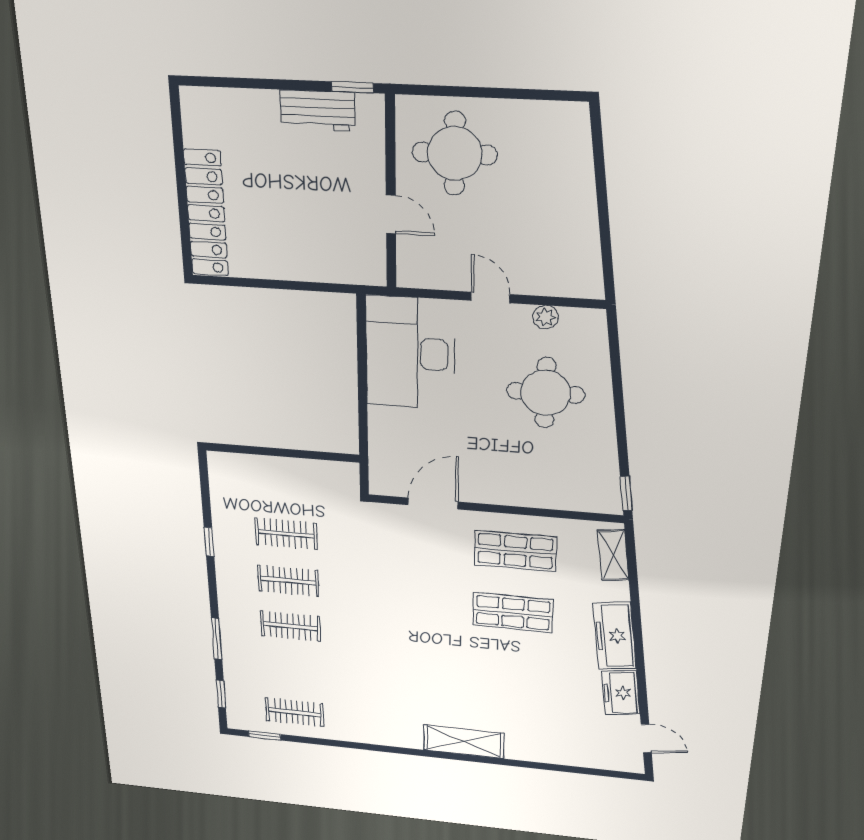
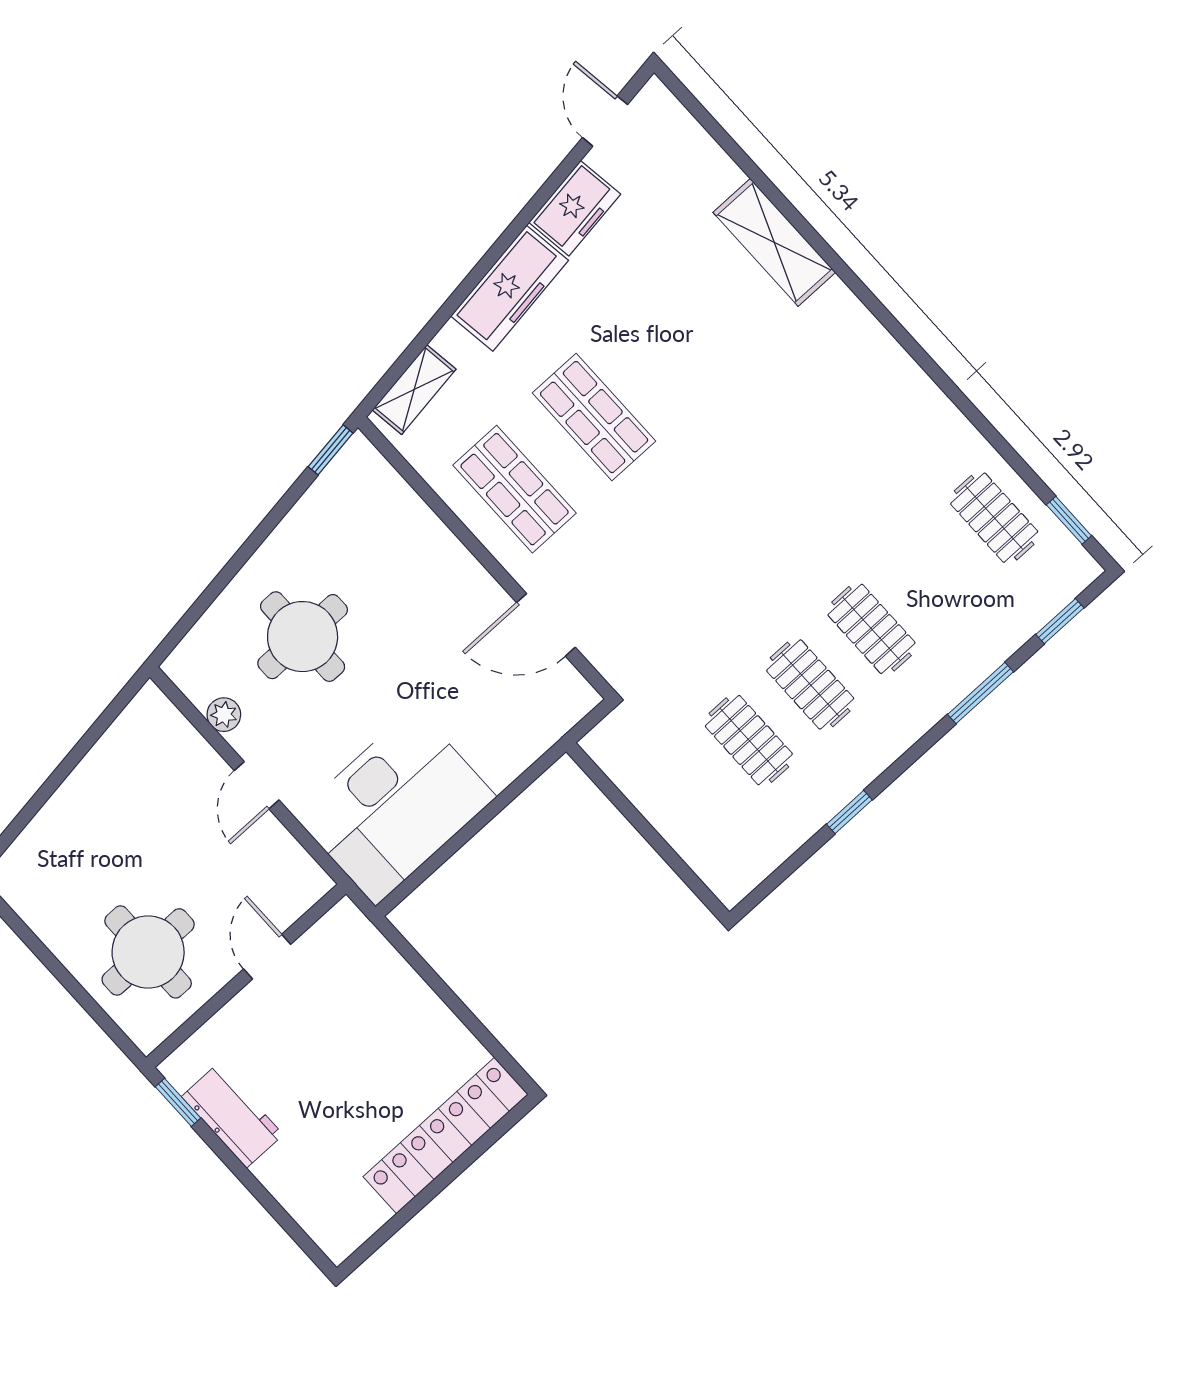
shelving: (464, 741) -> (774, 242), moved

